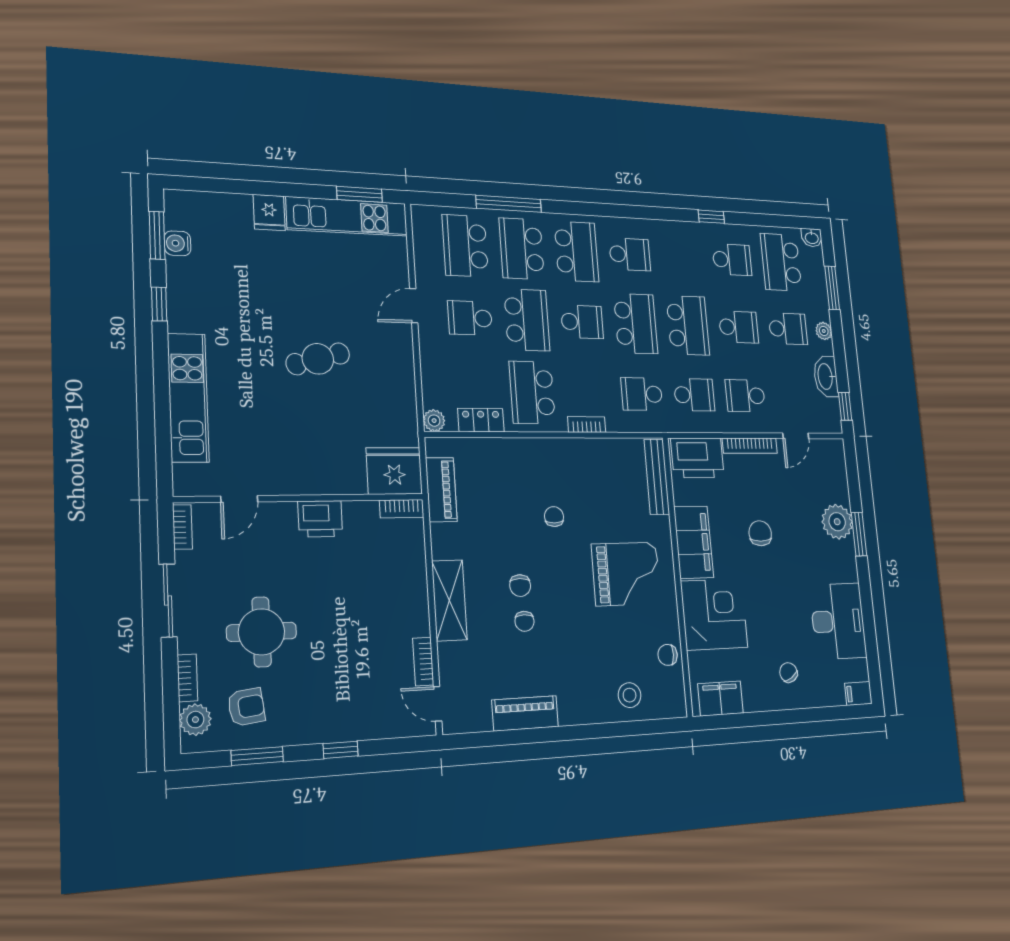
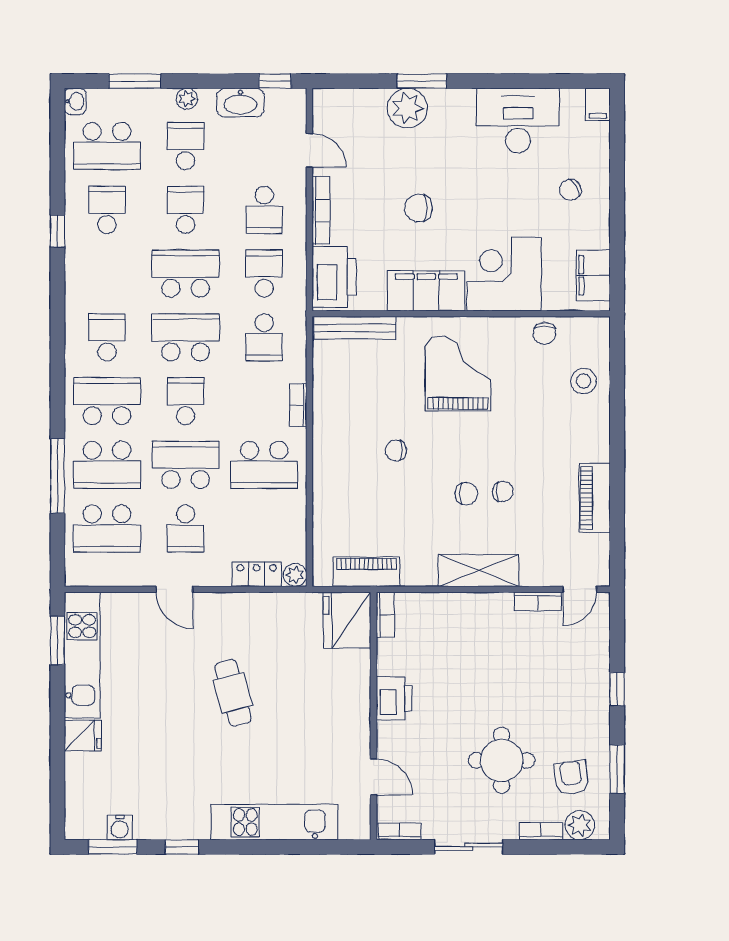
locker: (481, 420) -> (257, 574), moved, turned 90

